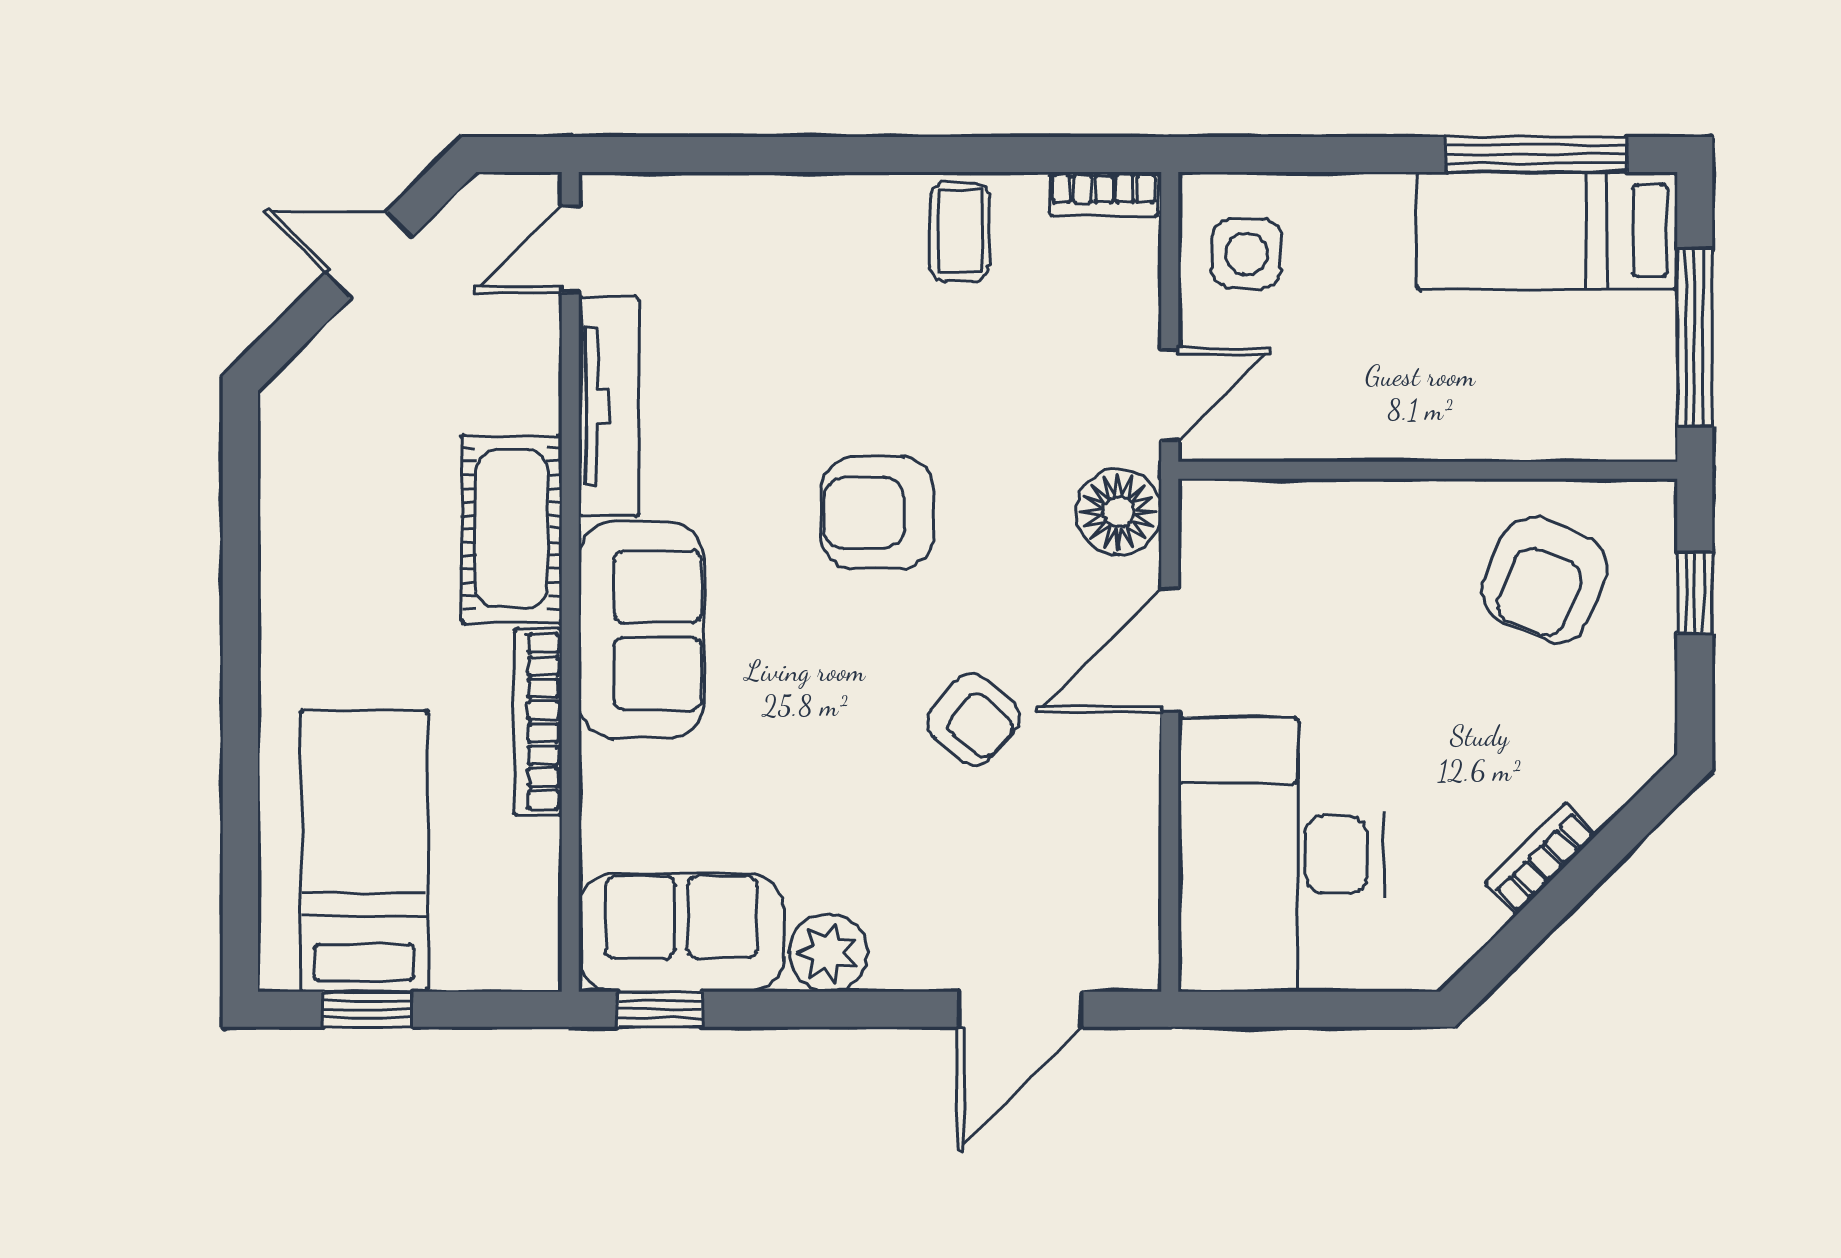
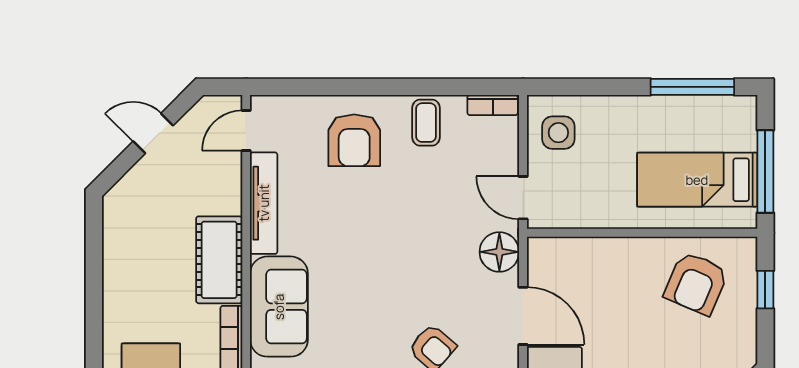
bed: (1547, 231) -> (697, 180), moved
door: (1170, 395) -> (523, 198), swing flipped
armchair: (878, 513) -> (354, 140), moved, turned -90
door: (1170, 650) -> (523, 316), swing flipped

